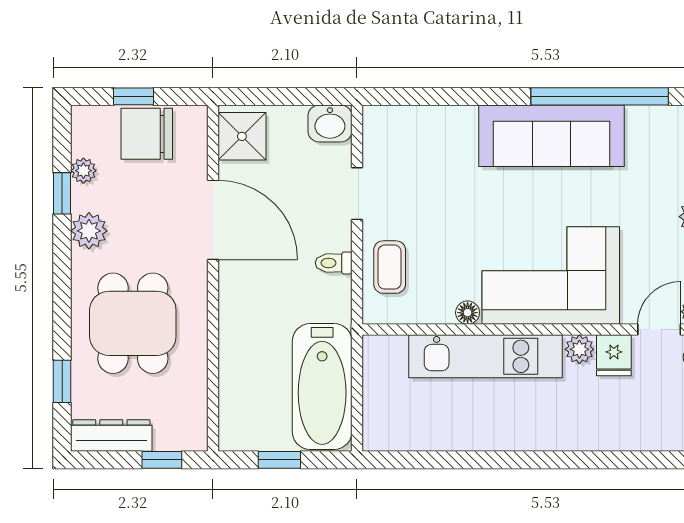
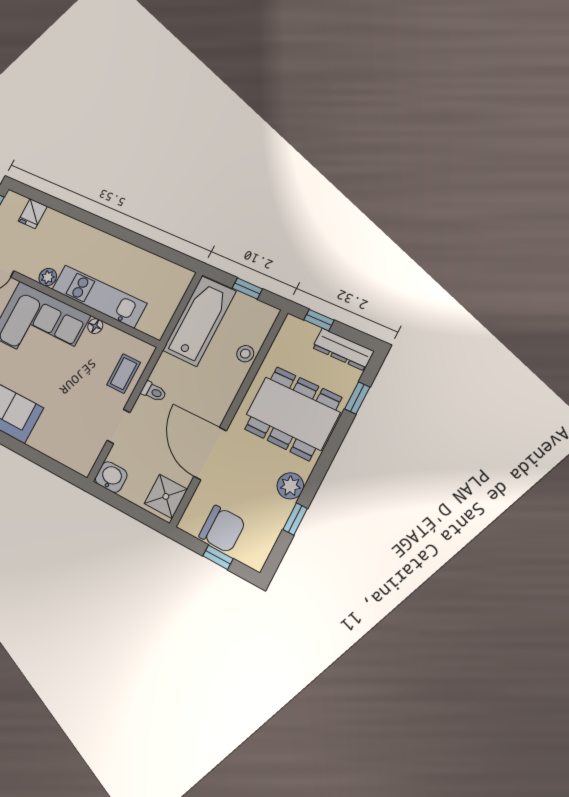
plant: (83, 171) -> (274, 526), removed
dining table: (133, 323) -> (293, 413), width x1.37
fridge: (614, 355) -> (33, 214), moved, turned 180
stool: (236, 372) -> (245, 354), added

